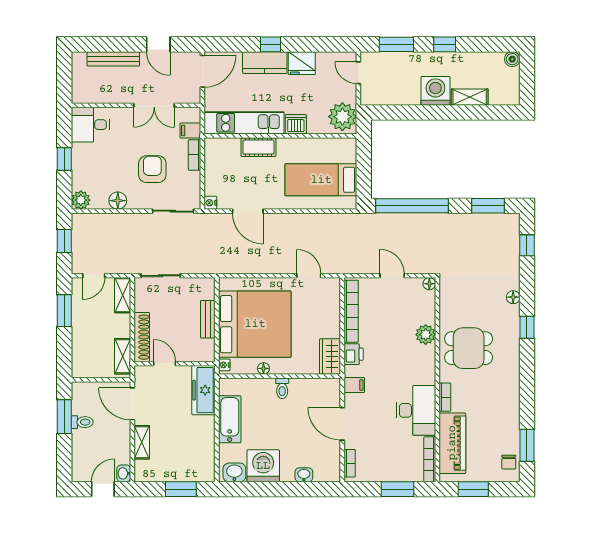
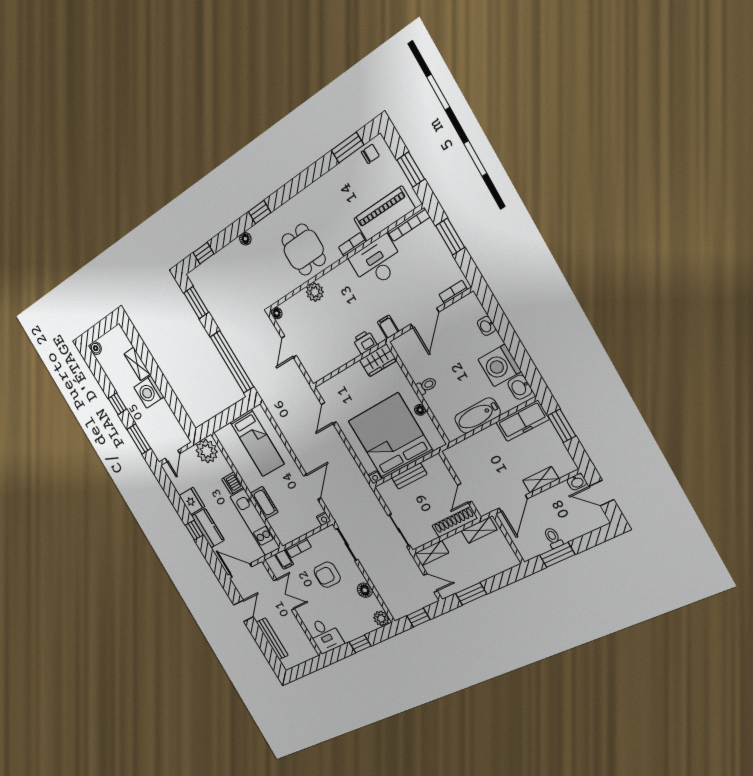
bookcase: (351, 311) -> (334, 364), removed
nightstand: (224, 365) -> (375, 477), moved
freezer: (203, 390) -> (522, 421), moved

